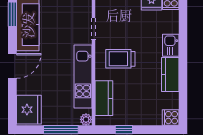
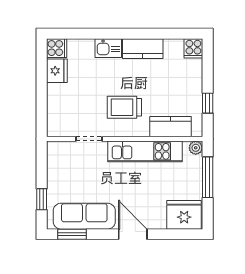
trolley: (120, 59) -> (124, 107), turned 90

